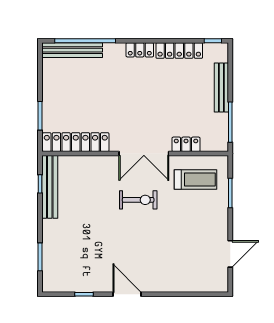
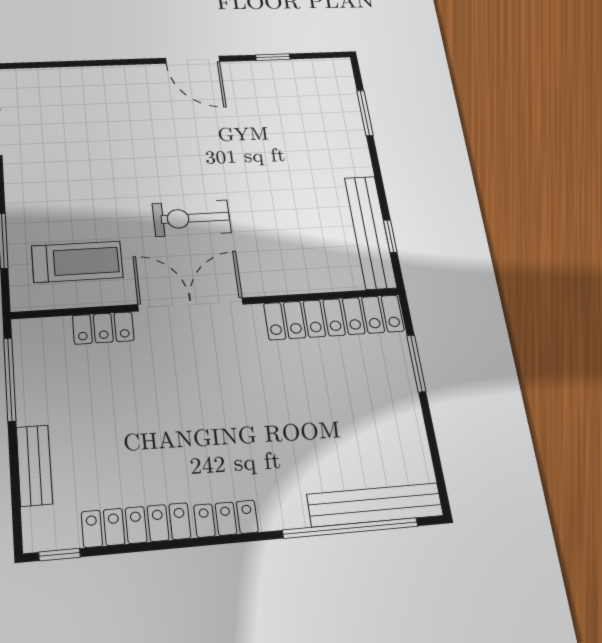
bench: (221, 87) -> (34, 465), width x0.73
treadmill: (196, 180) -> (77, 262), turned 180

